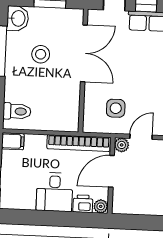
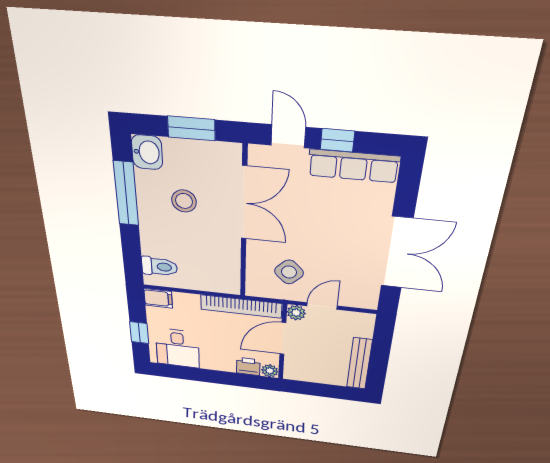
side table: (116, 108) -> (289, 272), turned 45
desk: (55, 192) -> (178, 348), moved

